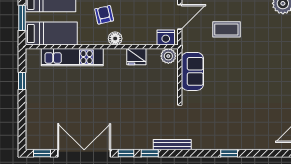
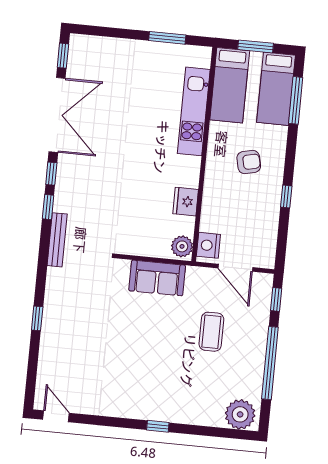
floor lamp: (115, 38) -> (214, 174), removed
window: (22, 81) -> (167, 38), width x1.50

